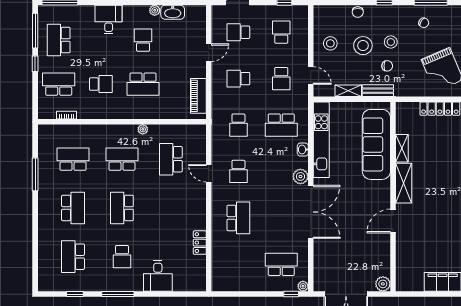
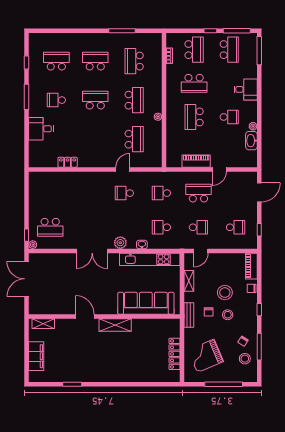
piano: (330, 12) -> (251, 266), added
school desk: (238, 32) -> (236, 193), removed
school desk: (59, 40) -> (229, 50), turned 90
stool: (330, 43) -> (245, 359), moved
door: (209, 53) -> (219, 169), hinge flipped
school desk: (238, 79) -> (198, 193), width x1.85
school desk: (281, 79) -> (198, 227), turned 180
school desk: (101, 84) -> (194, 83), width x1.85
bench: (378, 91) -> (189, 315), moved
piano: (198, 96) -> (196, 161), moved
school desk: (281, 125) -> (161, 227), width x0.54
shelving: (402, 148) -> (43, 324), moved
school desk: (73, 159) -> (134, 61), turned 180
school desk: (171, 159) -> (134, 139), turned 90
school desk: (73, 208) -> (95, 61), turned 180
double door: (311, 212) -> (92, 251), width x0.73
school desk: (238, 218) -> (87, 193), removed
school desk: (281, 264) -> (50, 227), turned 90
plant: (383, 284) -> (35, 308), removed

